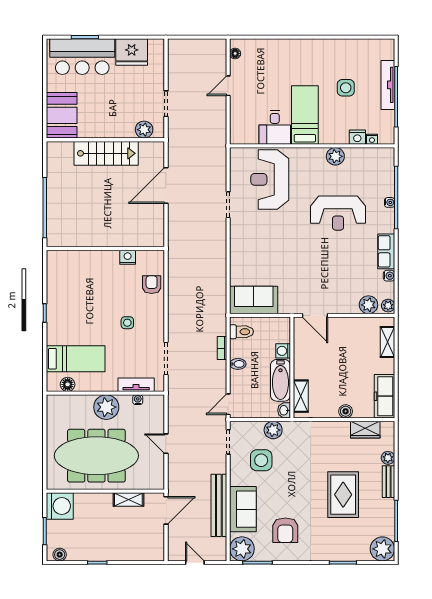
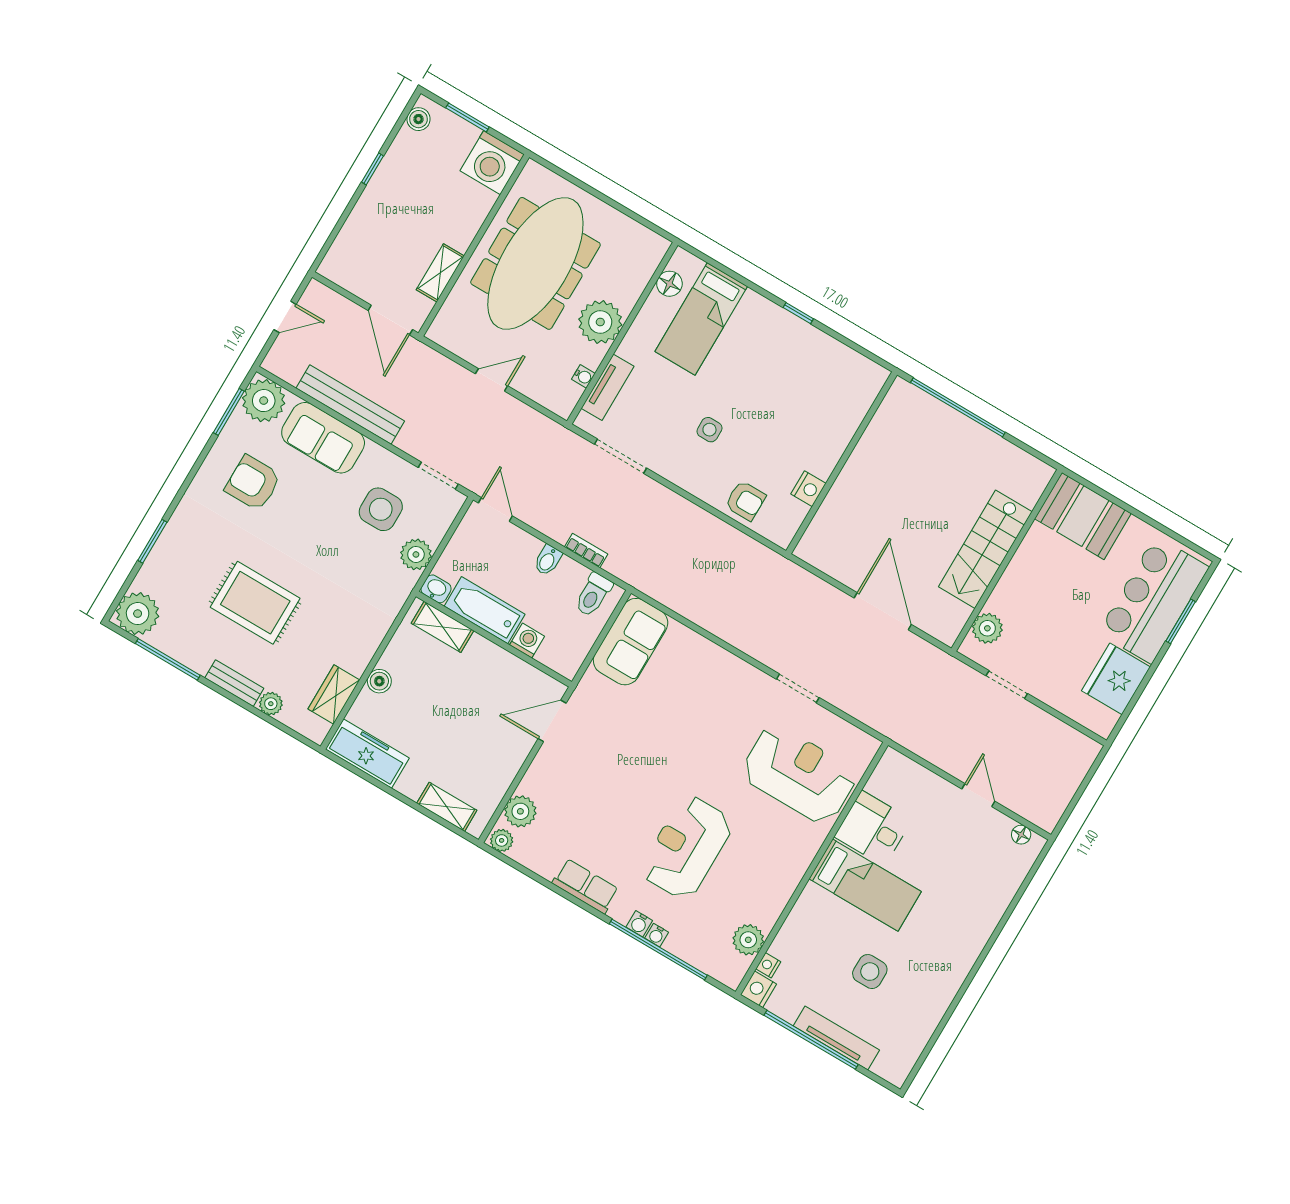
nightstand: (357, 137) -> (758, 989), moved
plant: (335, 156) -> (748, 940), moved
water cooler: (389, 276) -> (639, 924), moved

